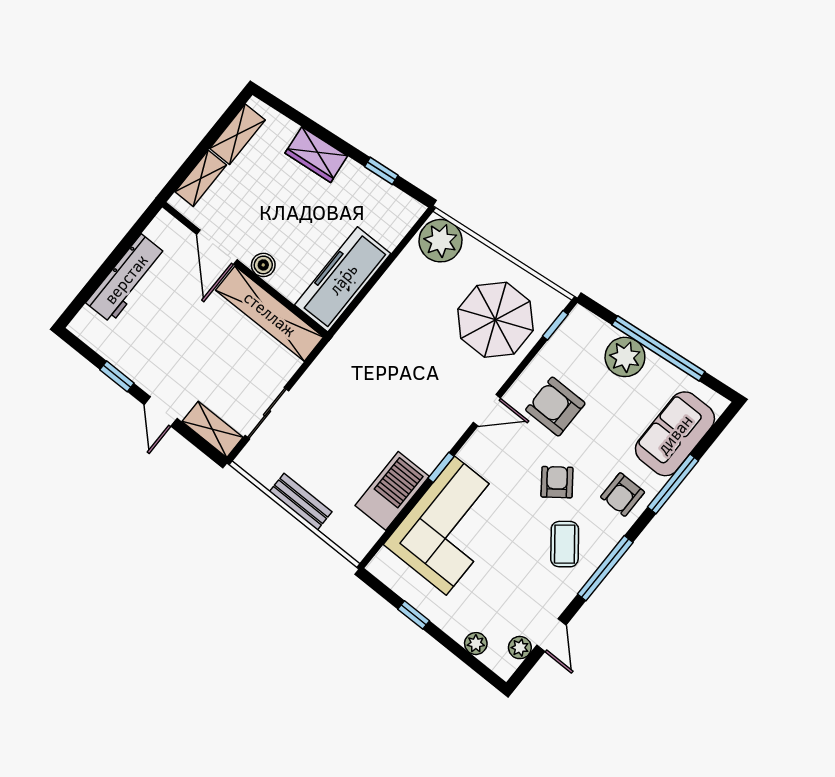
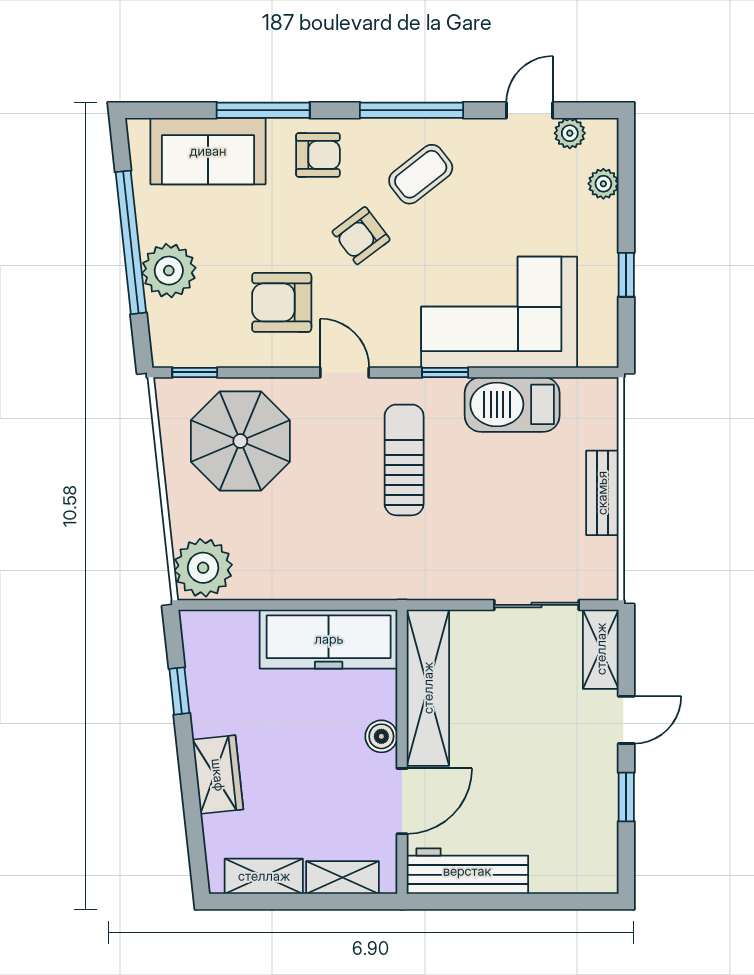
workbench: (126, 279) -> (467, 871), moved
sun lounger: (410, 404) -> (404, 460), added
armchair: (555, 407) -> (282, 302), turned 90

